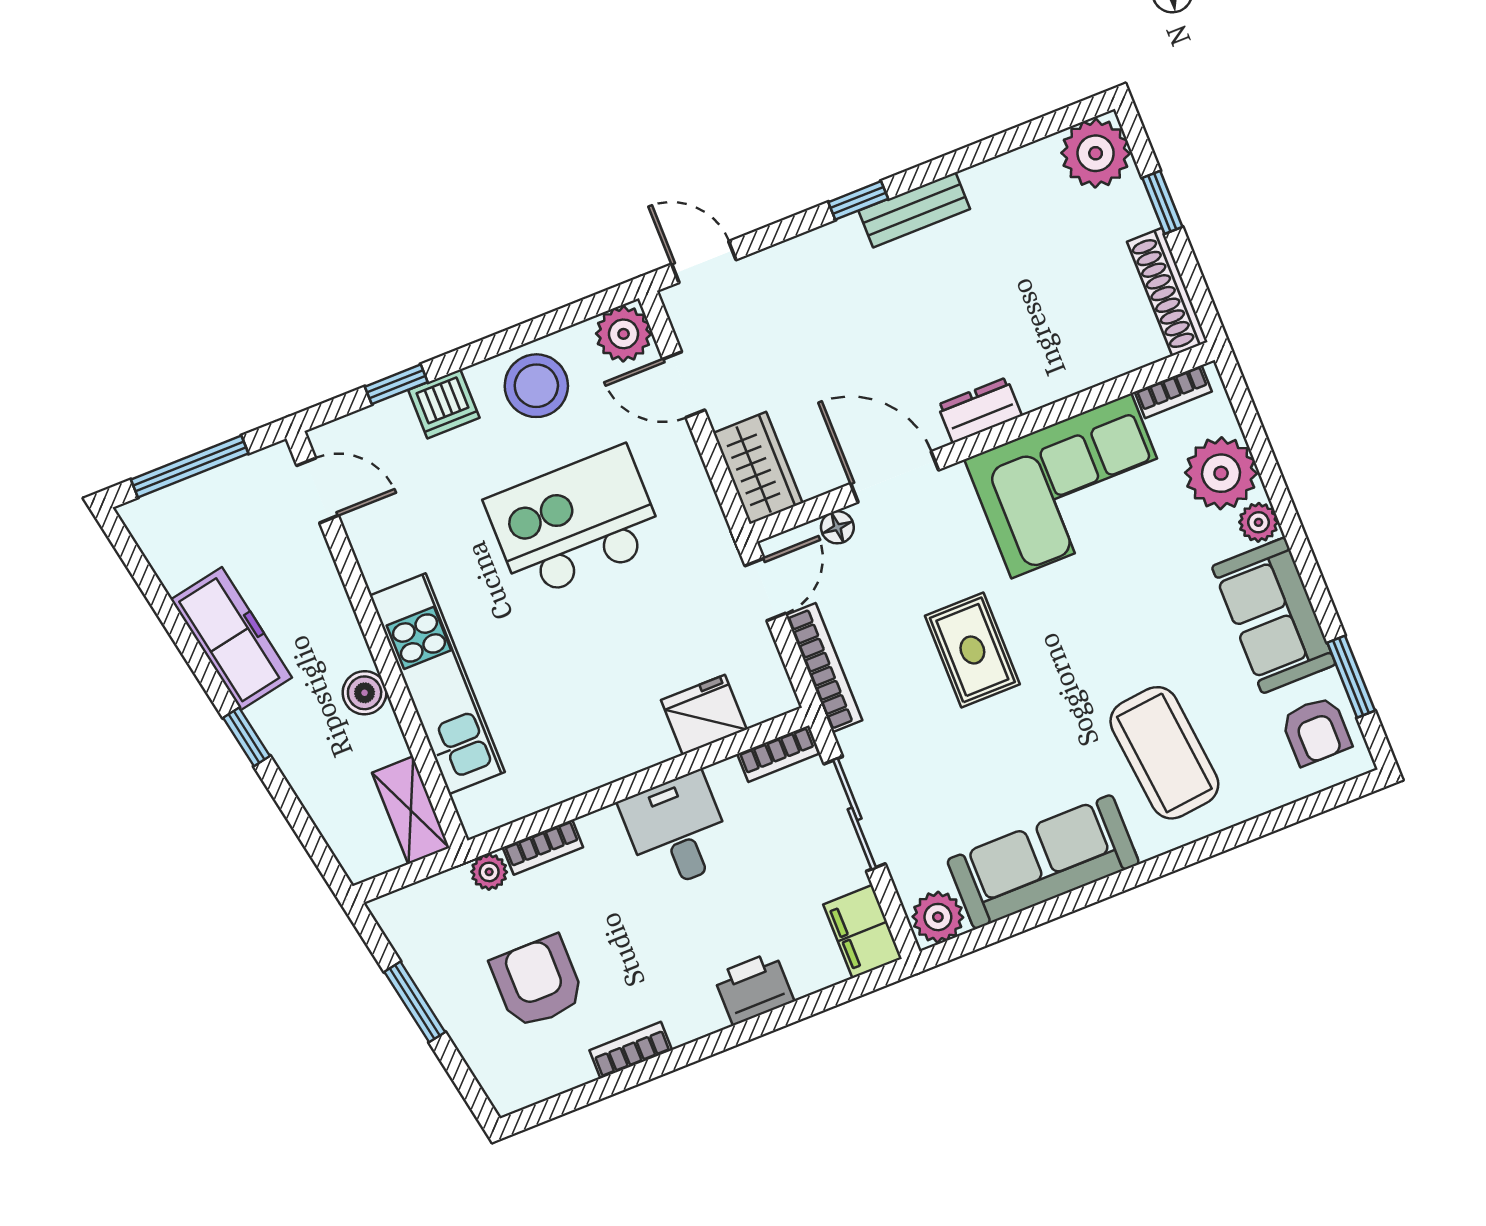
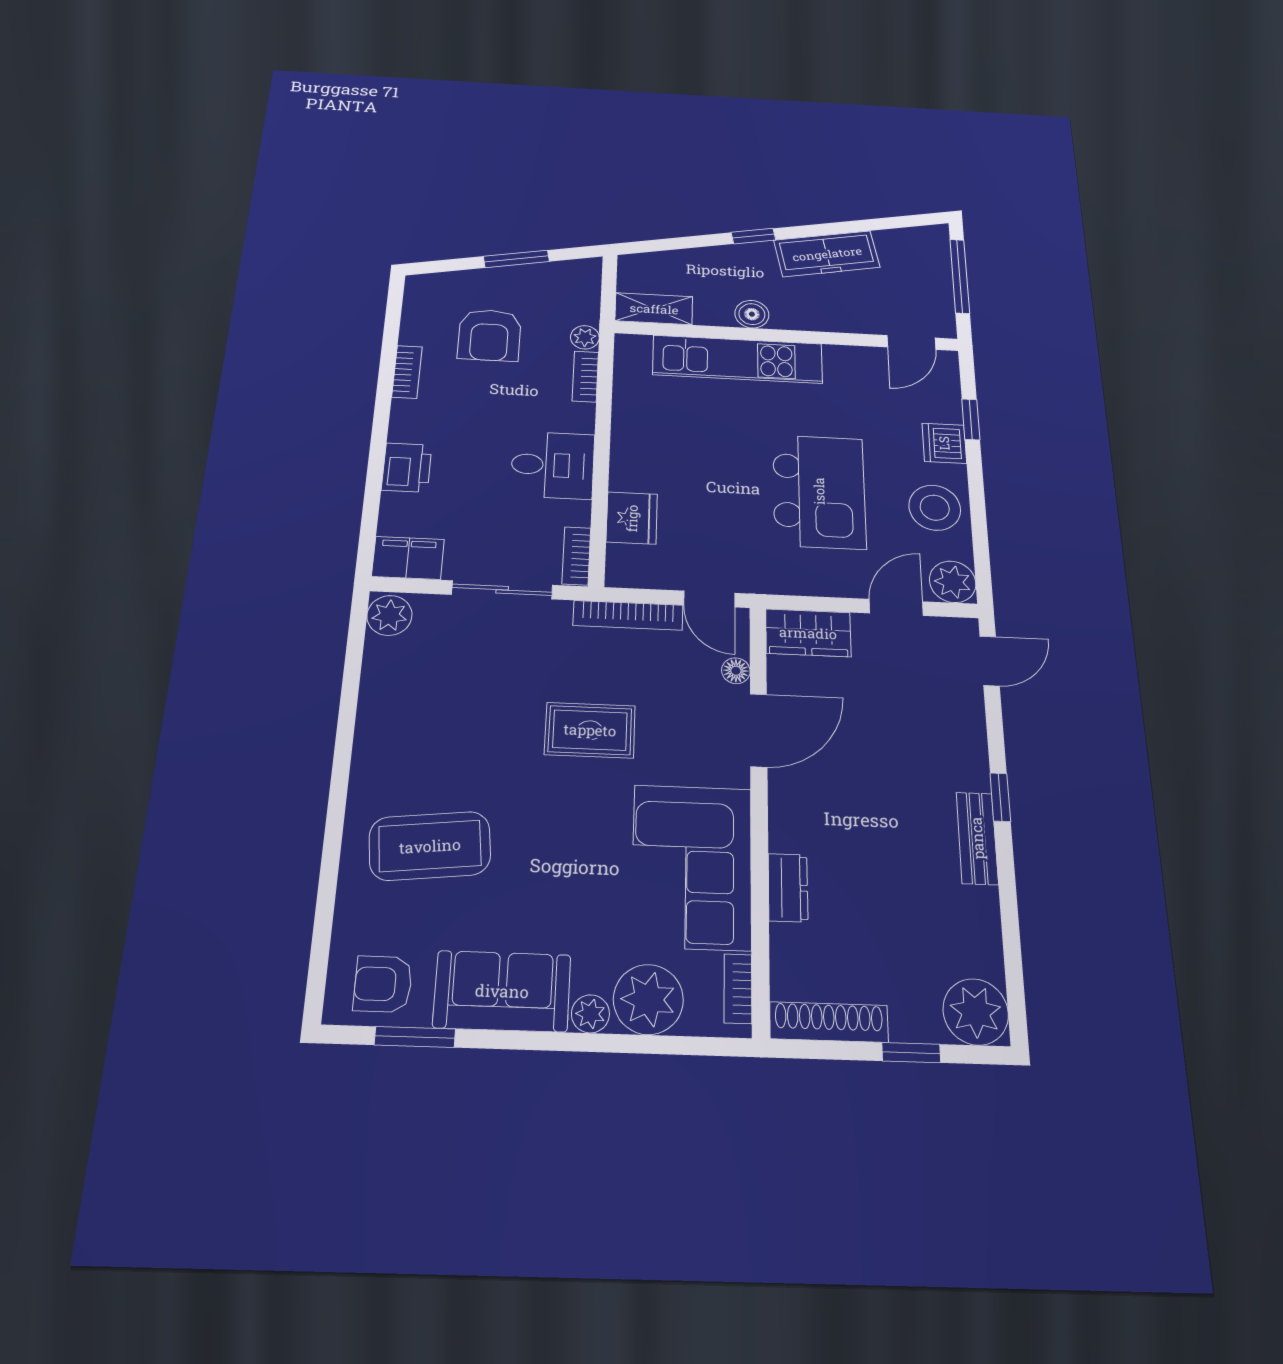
dresser: (980, 410) -> (788, 888), moved
sofa: (1043, 862) -> (390, 712), removed
armchair: (537, 982) -> (489, 335), turned 90

